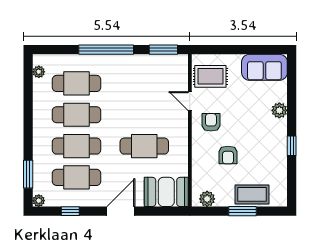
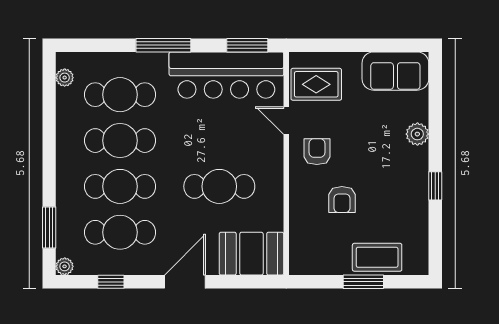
window: (106, 50) -> (163, 45), width x0.68
bar counter: (149, 70) -> (226, 75), added
plant: (207, 199) -> (311, 264), removed

